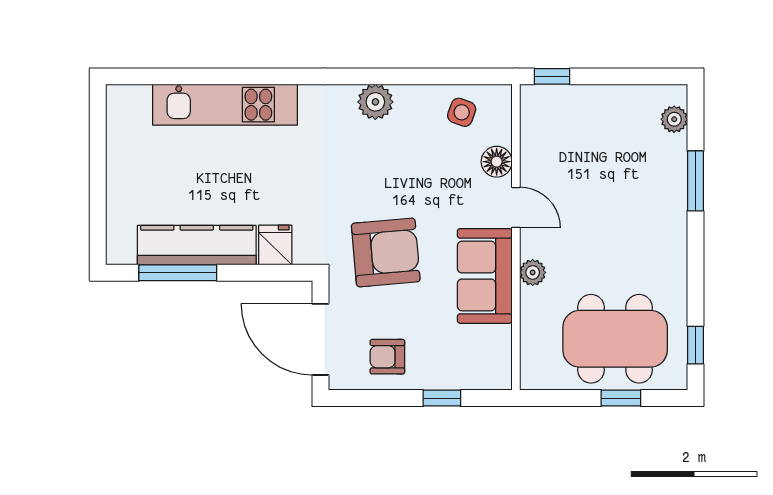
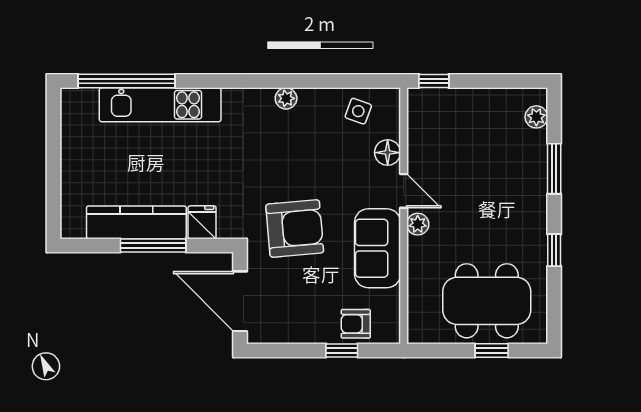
window: (185, 76) -> (126, 81), added
plant: (375, 102) -> (286, 98), width x0.73, depth x0.73
plant: (533, 272) -> (418, 224), moved
window: (178, 273) -> (153, 245), moved
window: (695, 345) -> (554, 250), moved
armchair: (387, 357) -> (356, 324), moved

